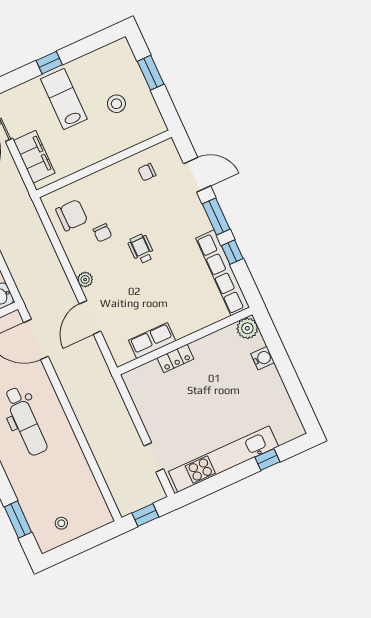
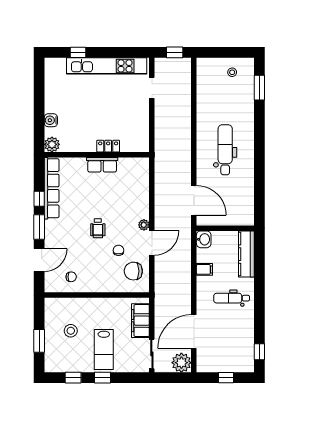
window: (86, 46) -> (73, 378), added
door: (197, 175) -> (39, 260), swing flipped
door: (90, 318) -> (152, 243), moved
row of seats: (152, 341) -> (102, 165), moved

